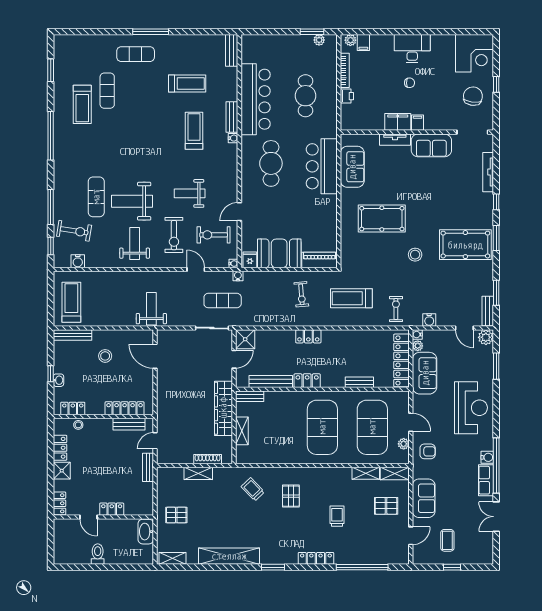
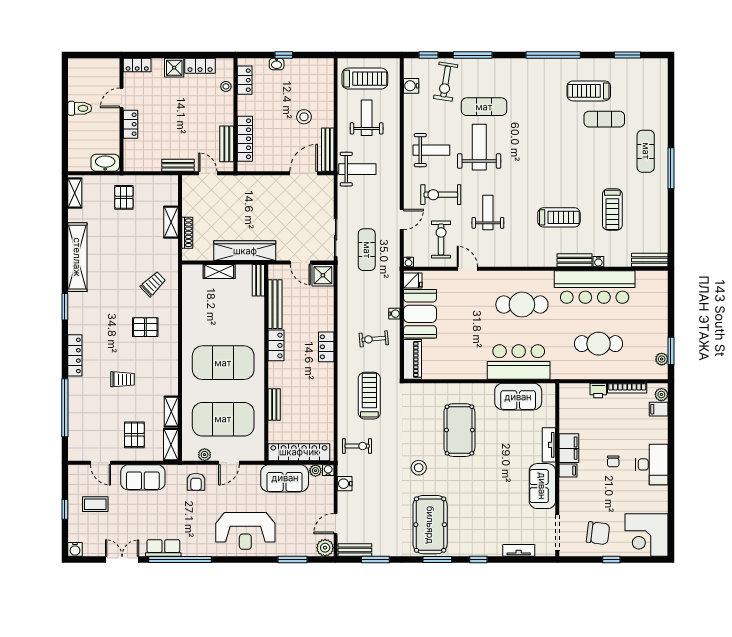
water cooler: (233, 138) -> (598, 262), moved
tv unit: (488, 172) -> (519, 550), width x0.71
water cooler: (238, 276) -> (394, 314), moved
weight bench: (106, 301) -> (367, 118), added
bench: (73, 335) -> (328, 150), moved
water cooler: (487, 457) -> (75, 549), moved

